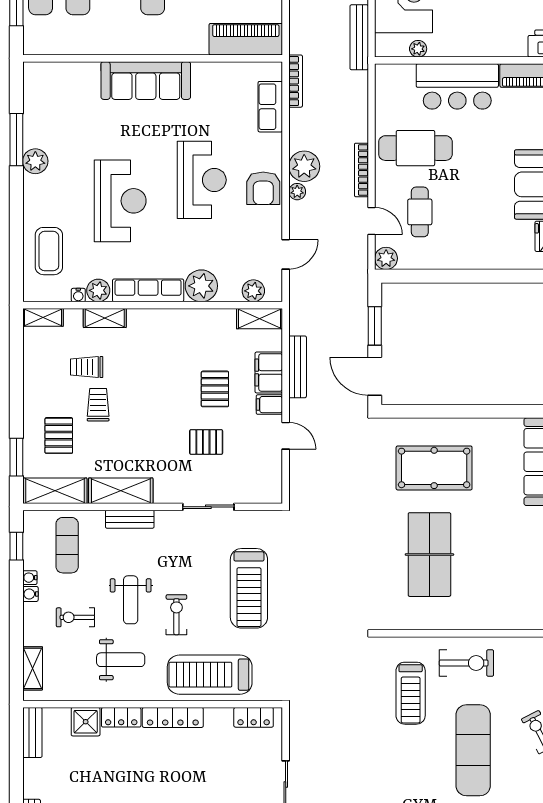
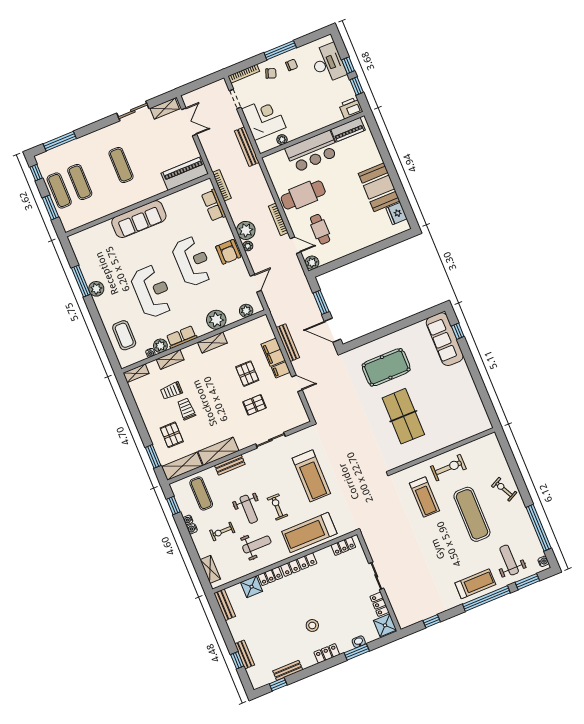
row of seats: (148, 290) -> (182, 337), width x0.68
shelving: (260, 319) -> (212, 343), moved

